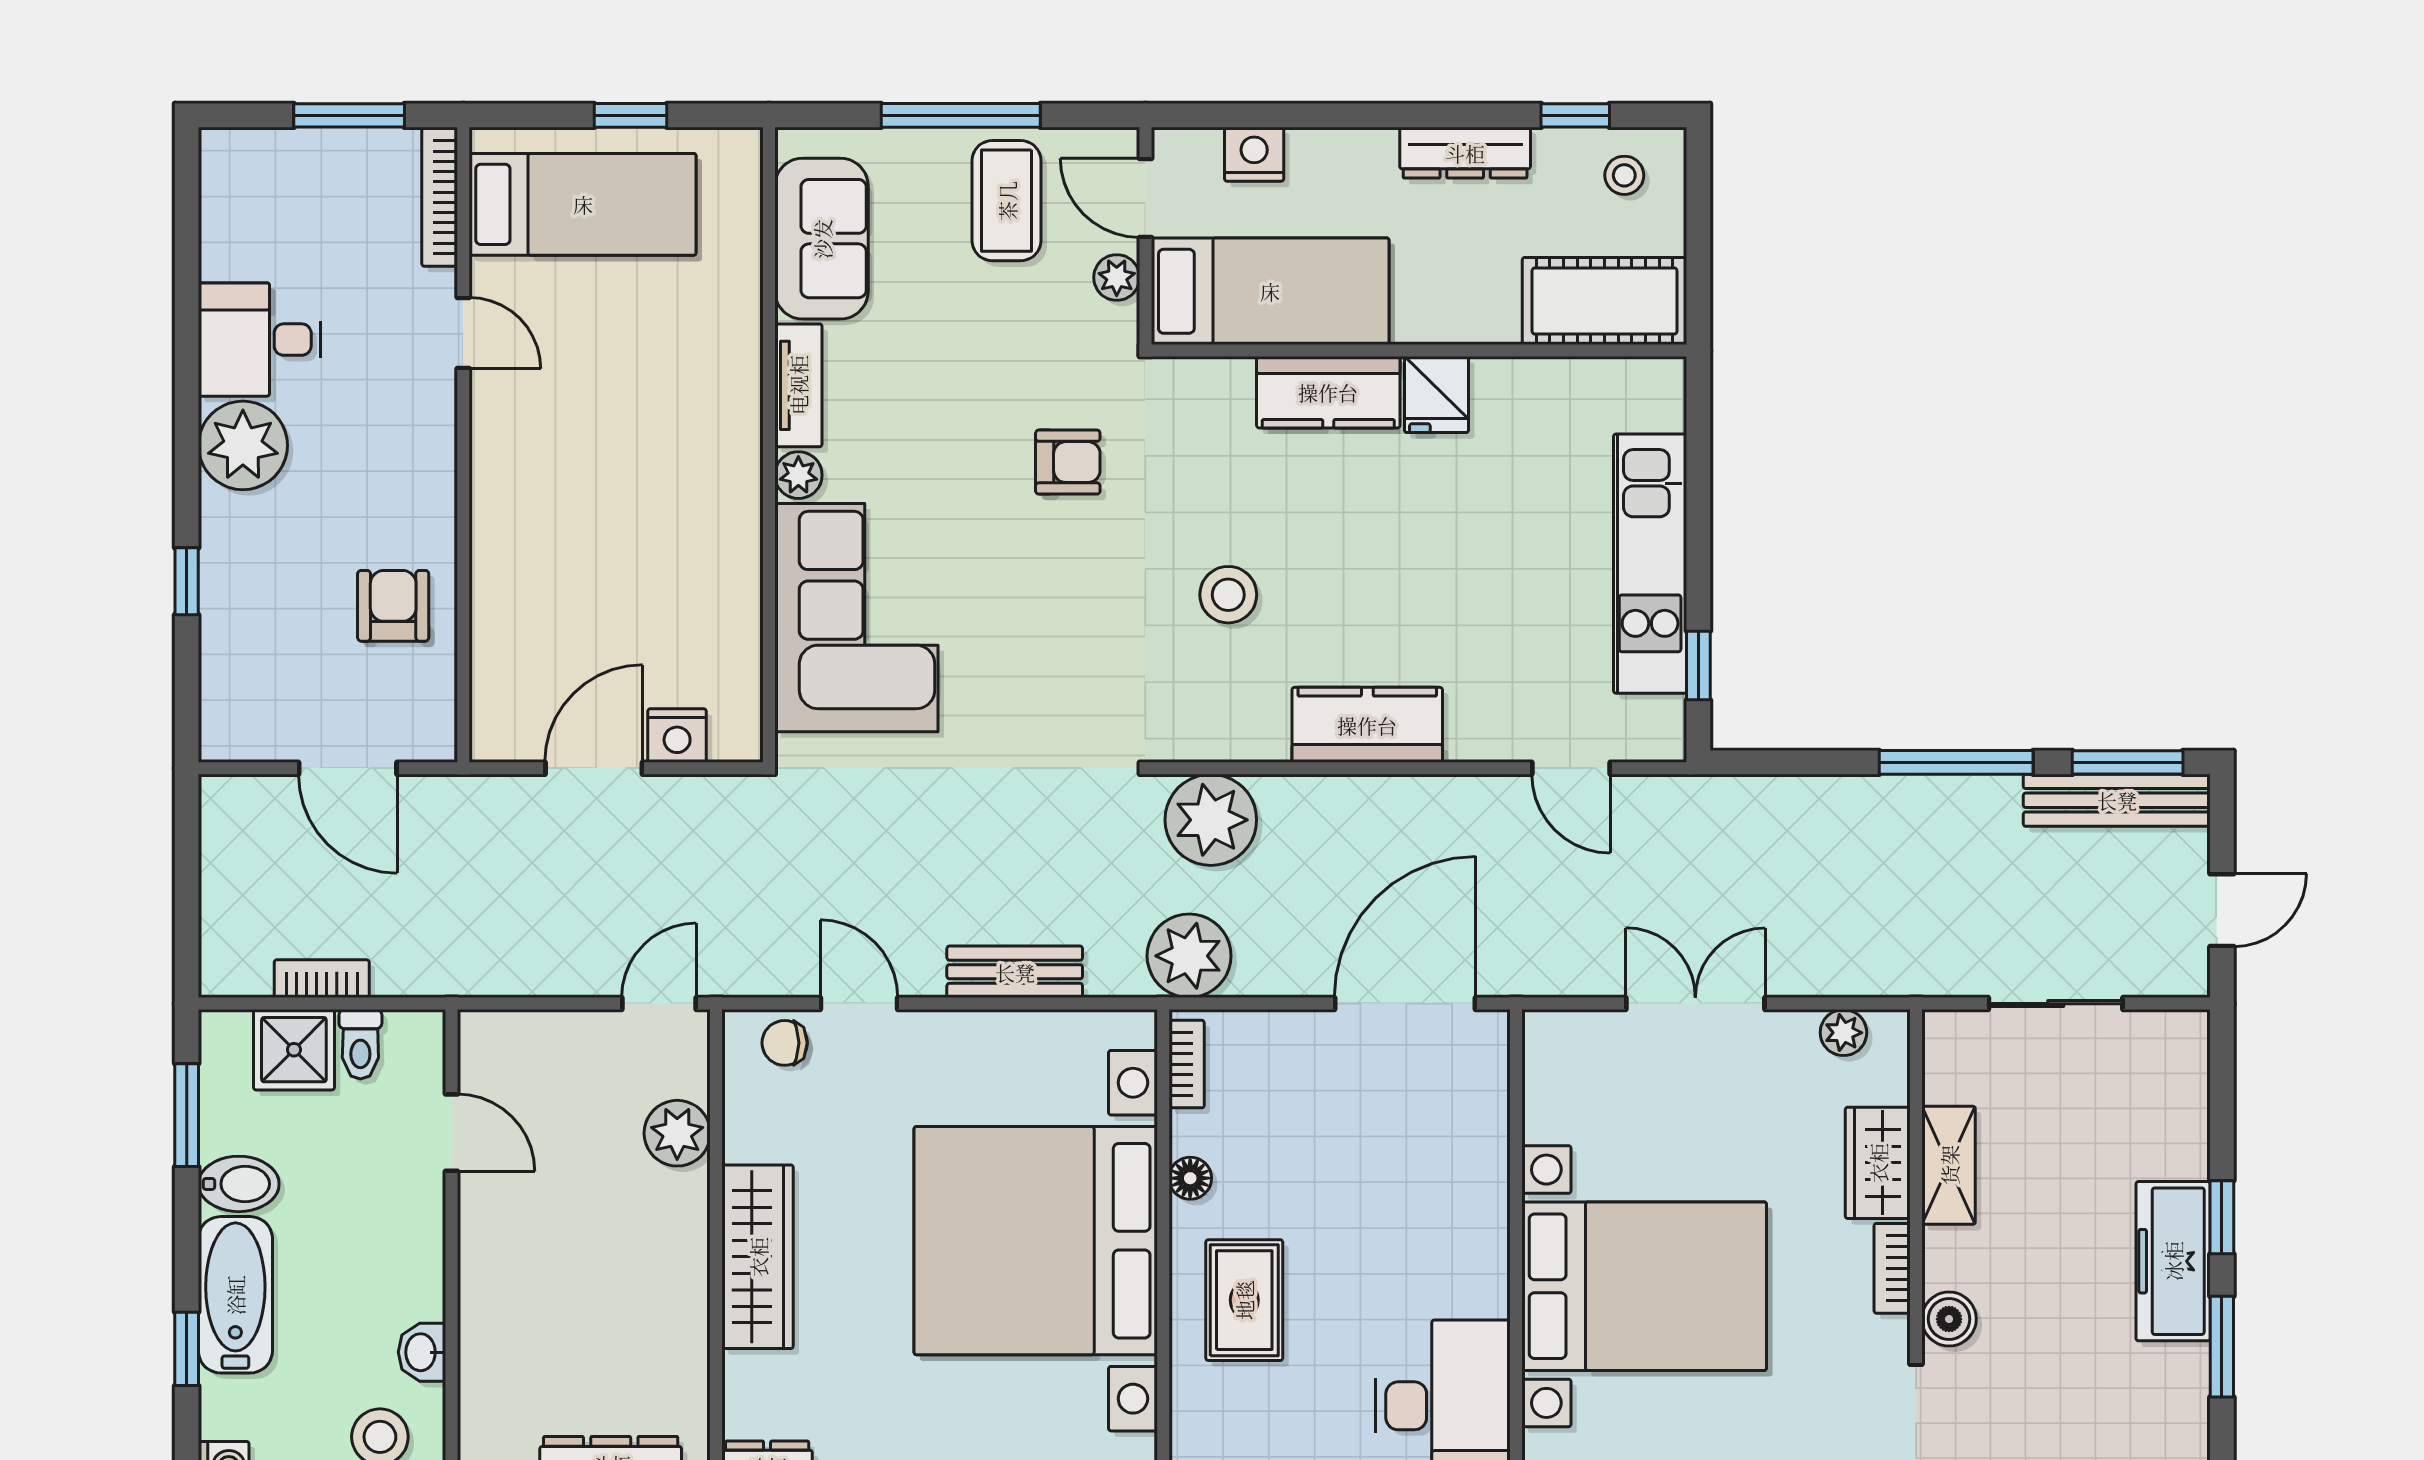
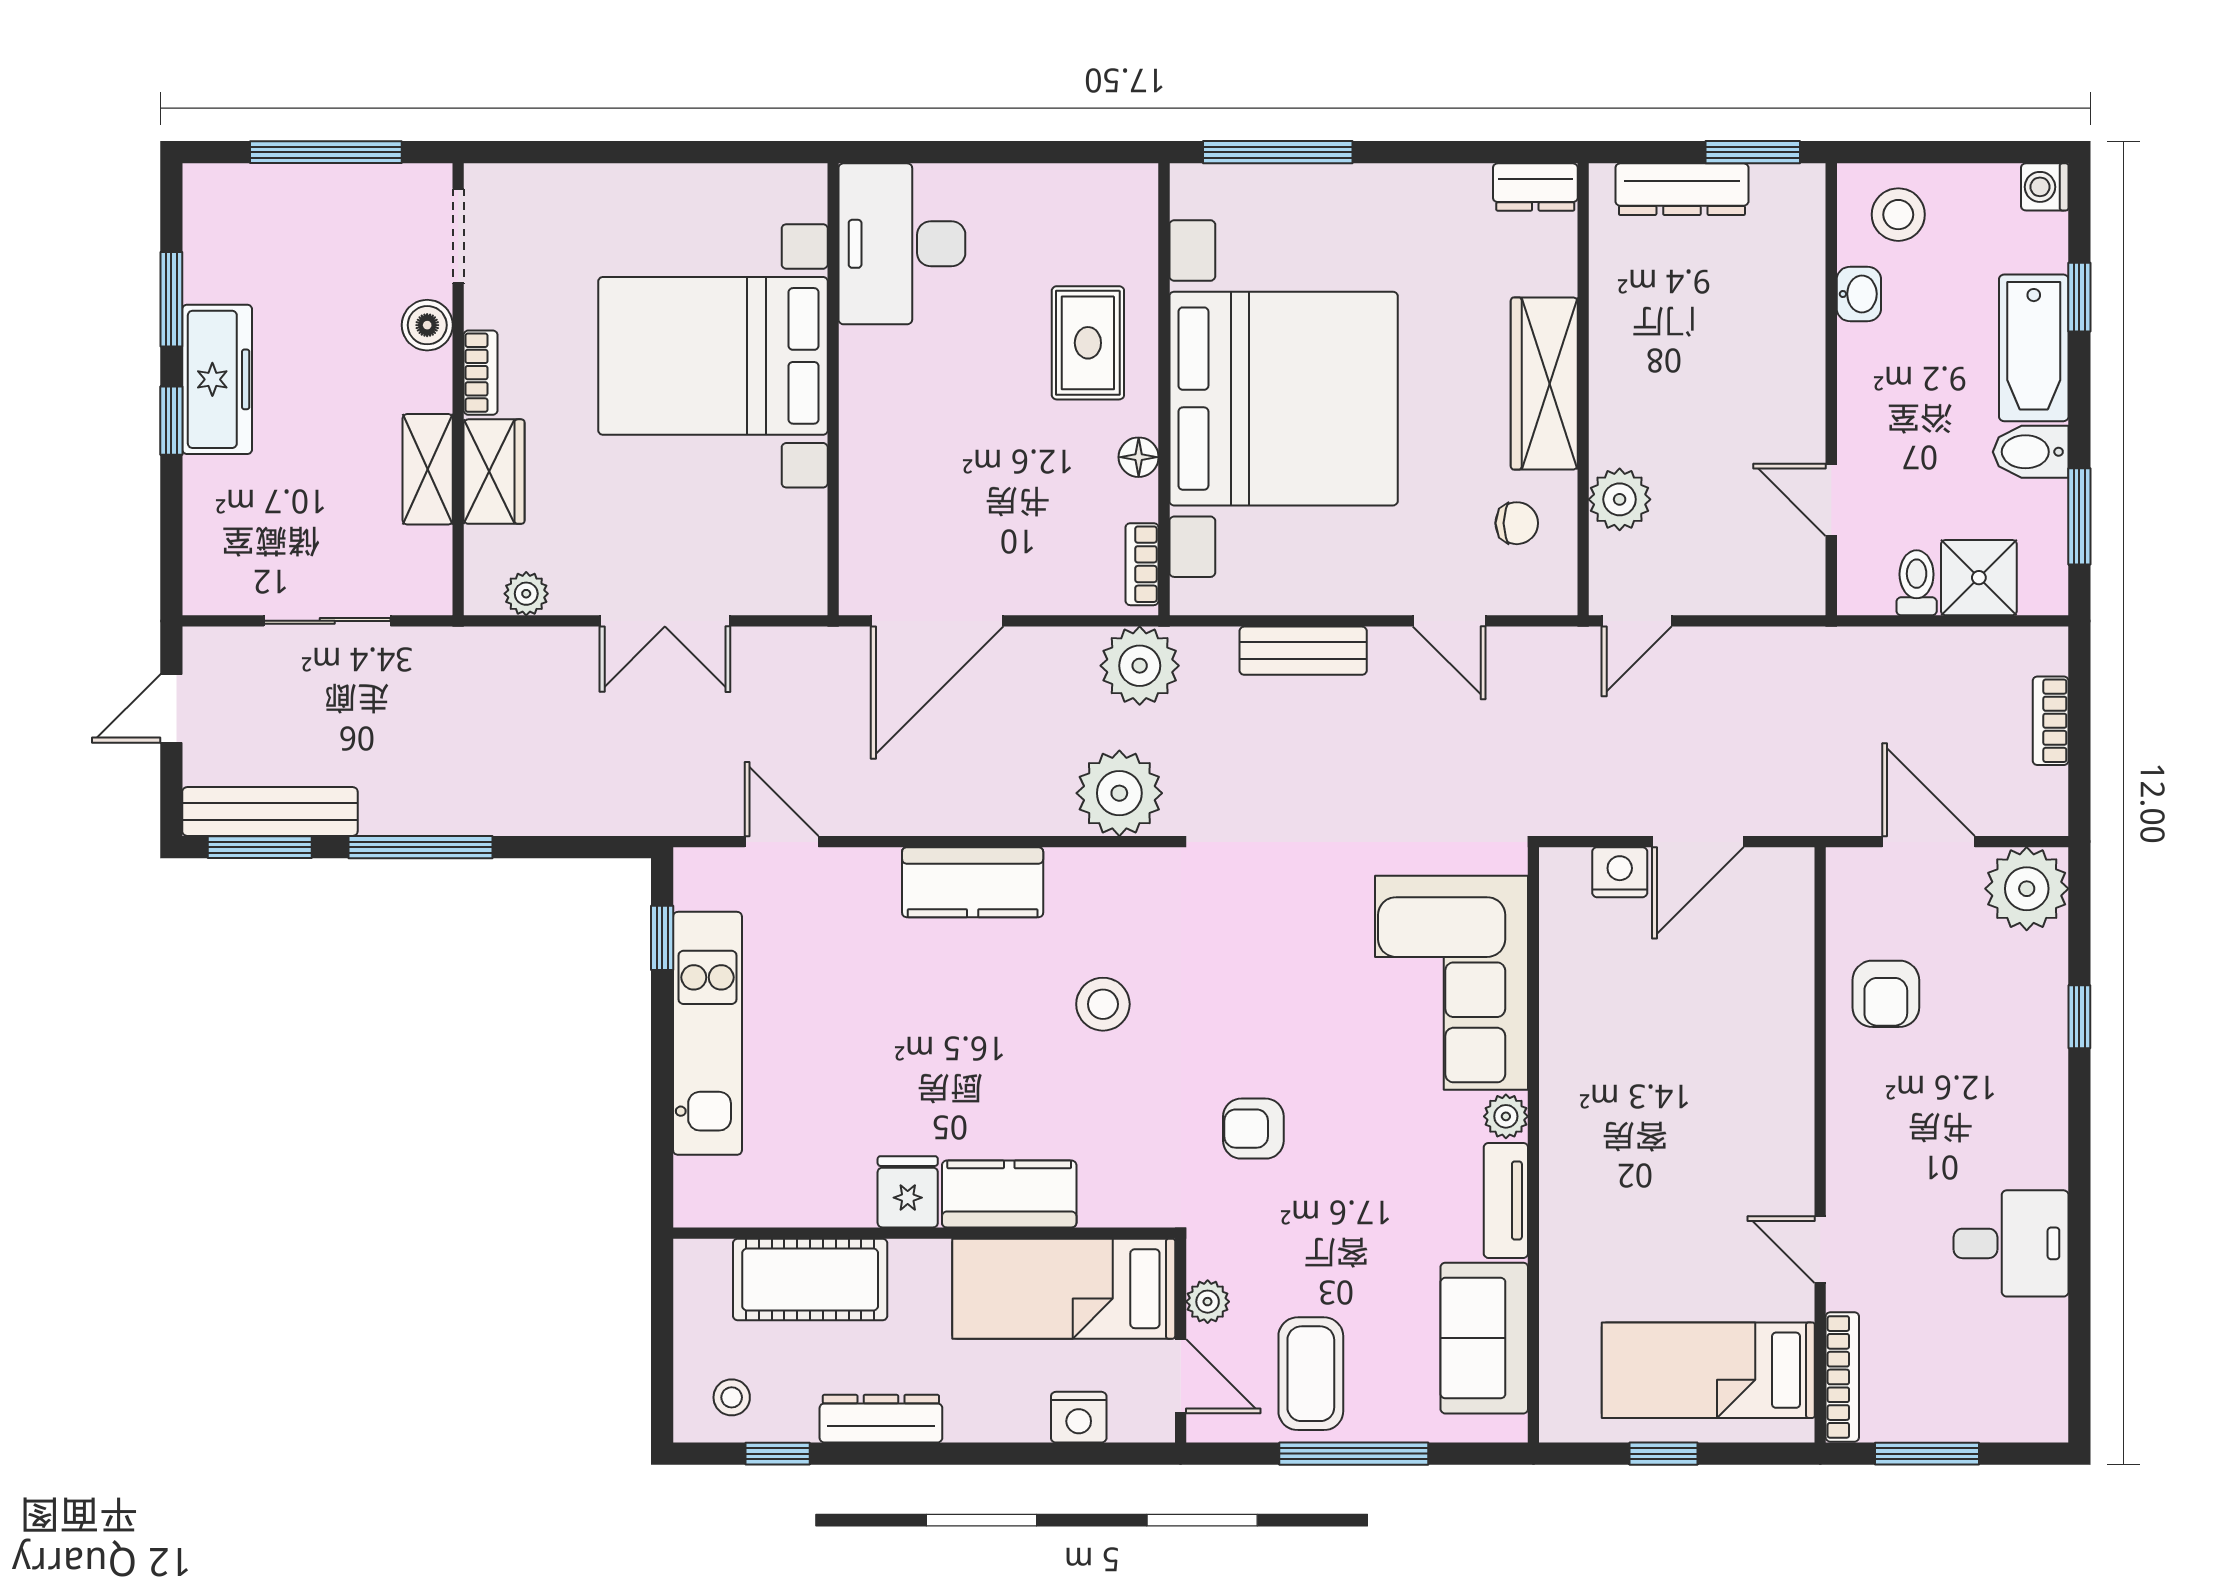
cot: (1605, 301) -> (810, 1280), moved
plant: (243, 445) -> (2027, 889), moved
bookcase: (322, 979) -> (2051, 721), moved, turned 90
chair: (785, 1043) -> (1517, 523), moved

